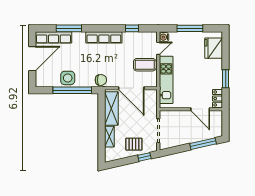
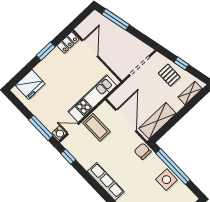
window: (132, 28) -> (68, 157), moved
window: (190, 28) -> (41, 128), moved
shelving: (109, 137) -> (190, 93), moved
window: (144, 157) -> (181, 63), moved

